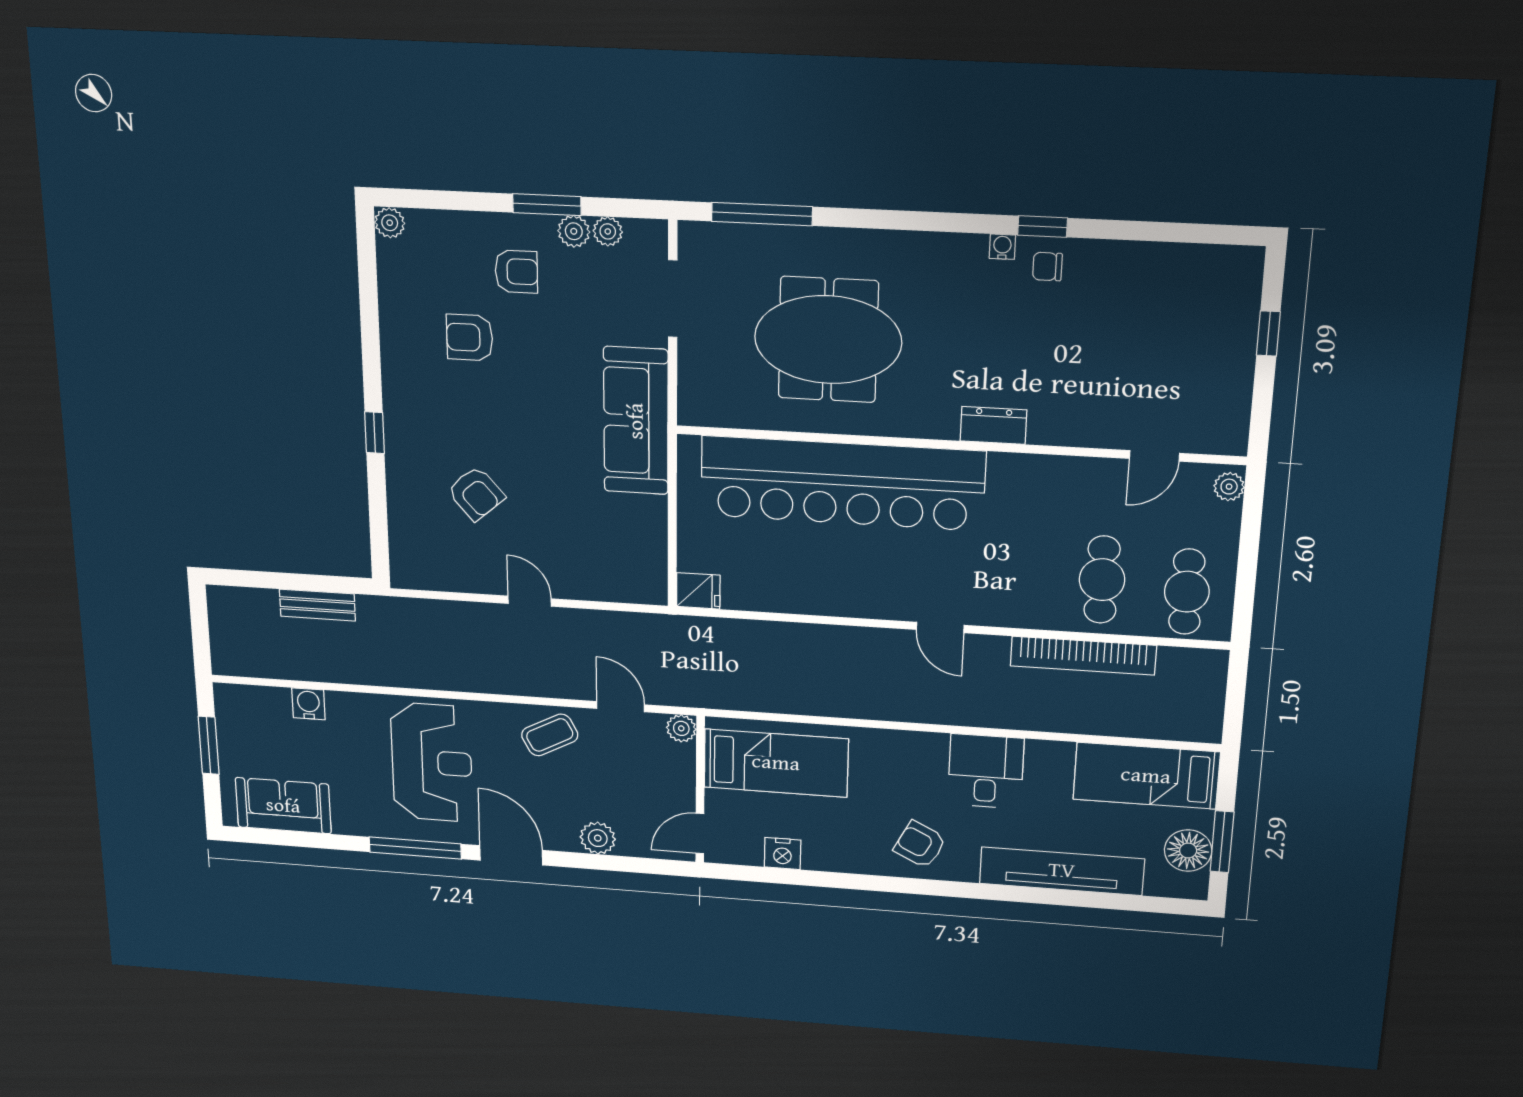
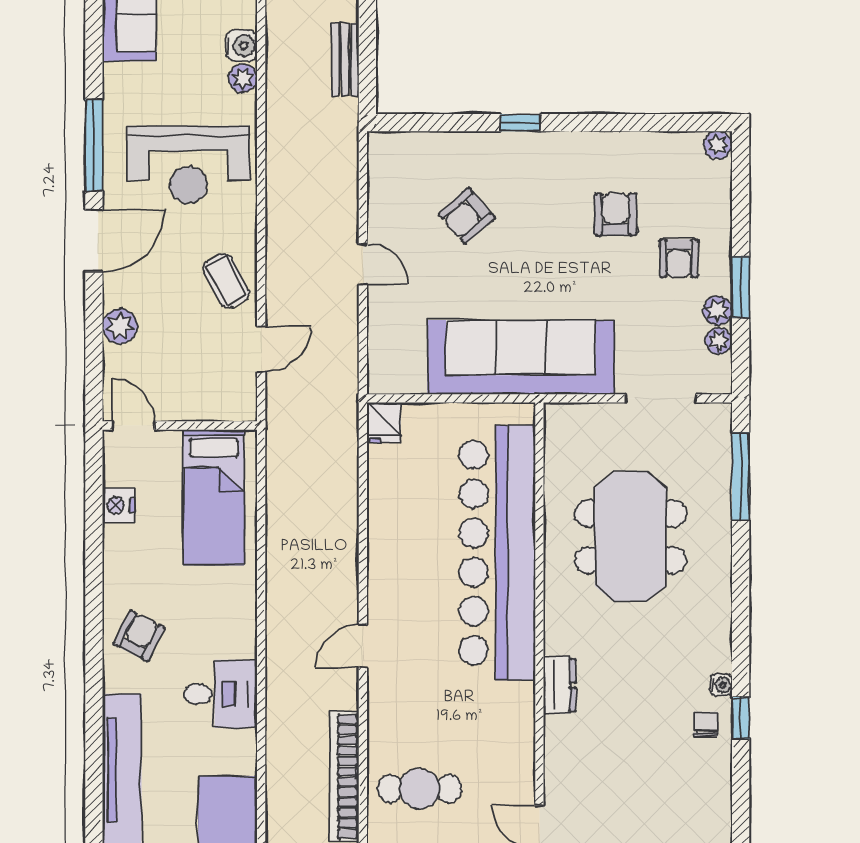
sofa: (636, 421) -> (521, 357), width x1.36, depth x1.27
door: (530, 601) -> (363, 264), hinge flipped
plant: (681, 728) -> (243, 78), moved

